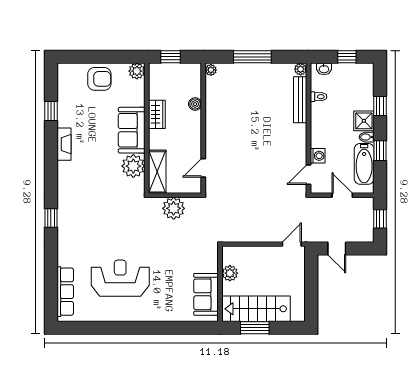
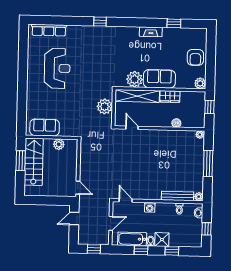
washing machine: (318, 156) -> (150, 207), moved
shelving: (157, 172) -> (137, 96), width x1.47

